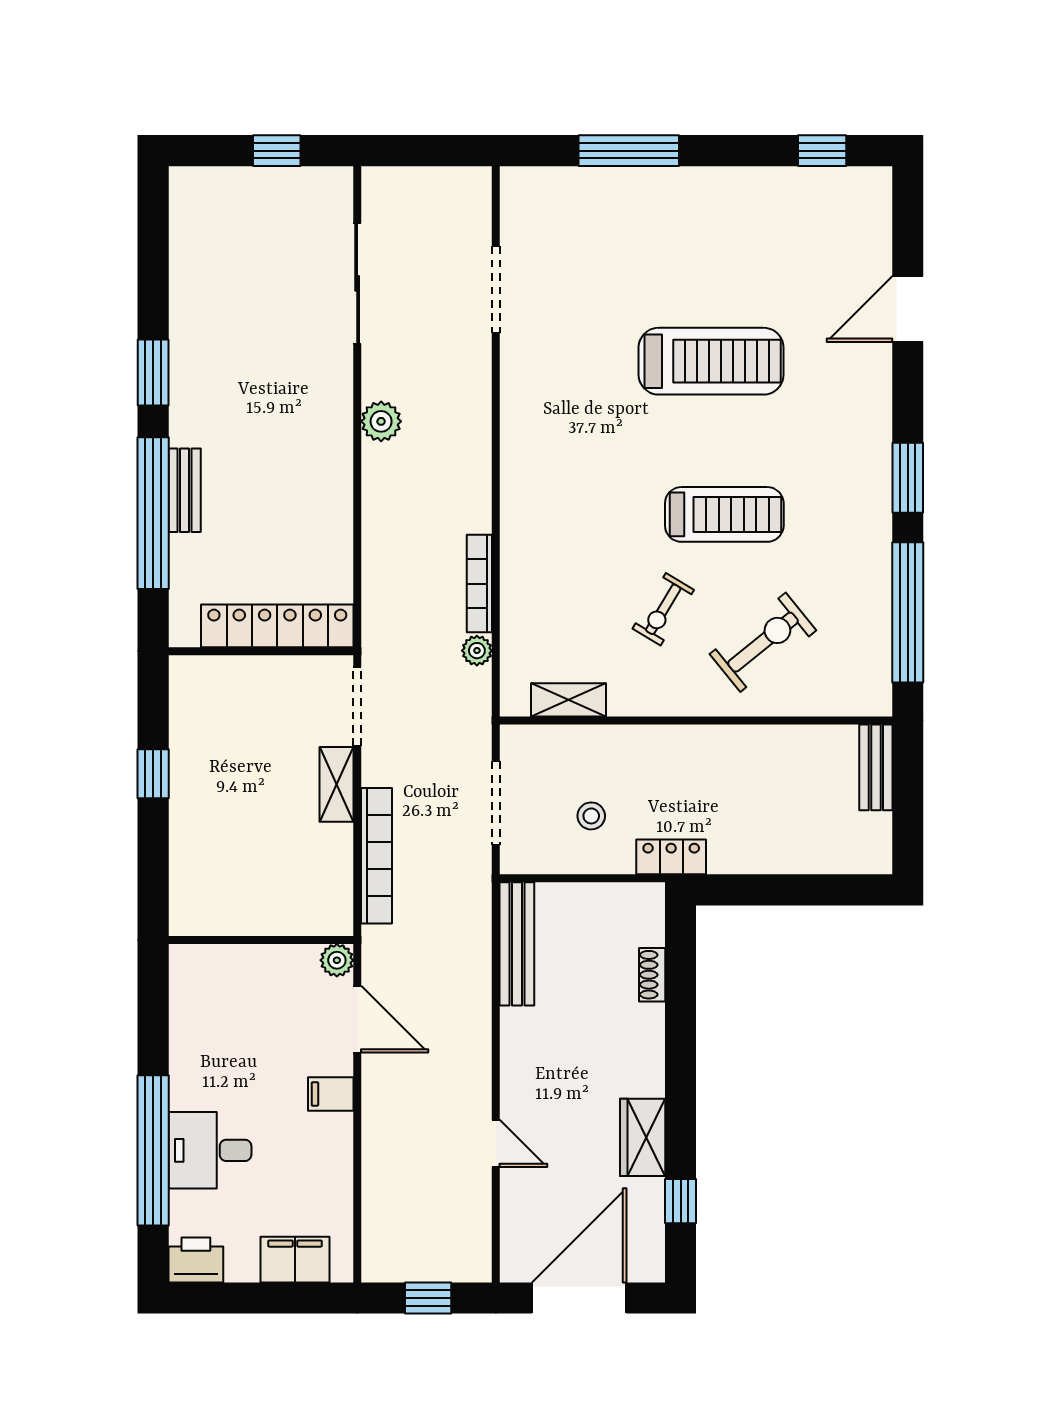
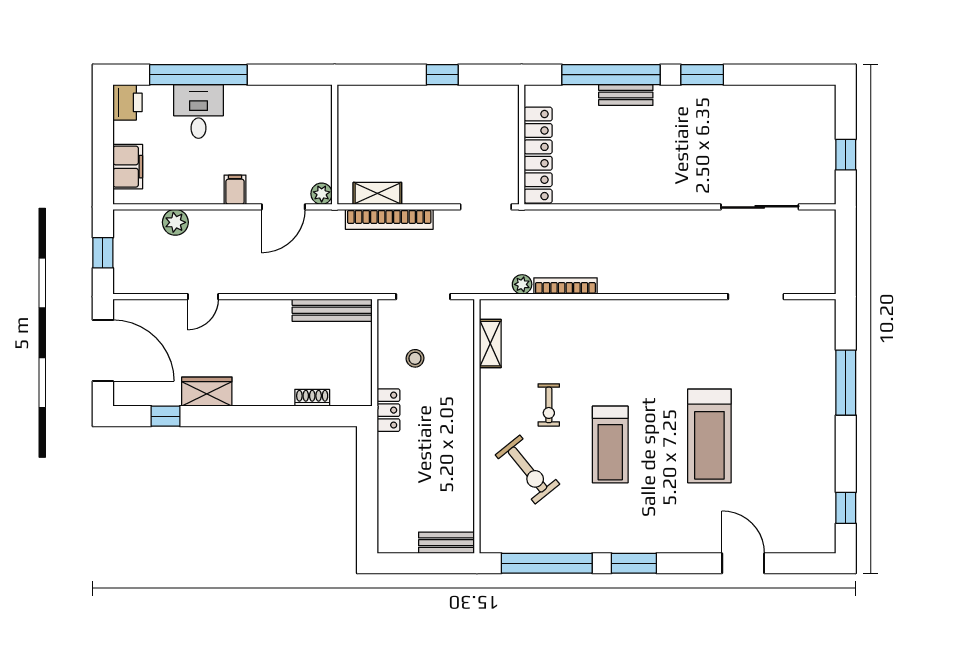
plant: (381, 421) -> (175, 222), moved
exercise bike: (663, 609) -> (549, 405), turned -121
shelving: (336, 784) -> (377, 193), moved

